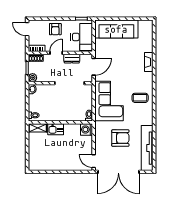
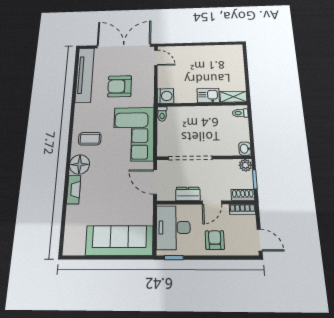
door: (94, 67) -> (155, 182), hinge flipped
floor lamp: (146, 79) -> (80, 164), added

